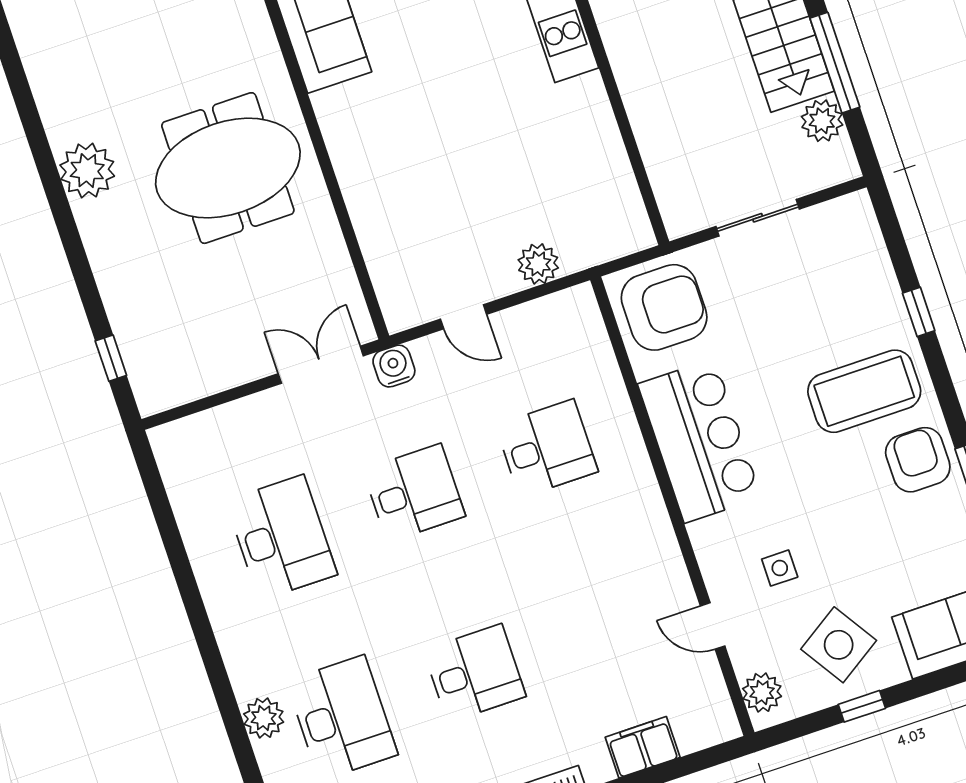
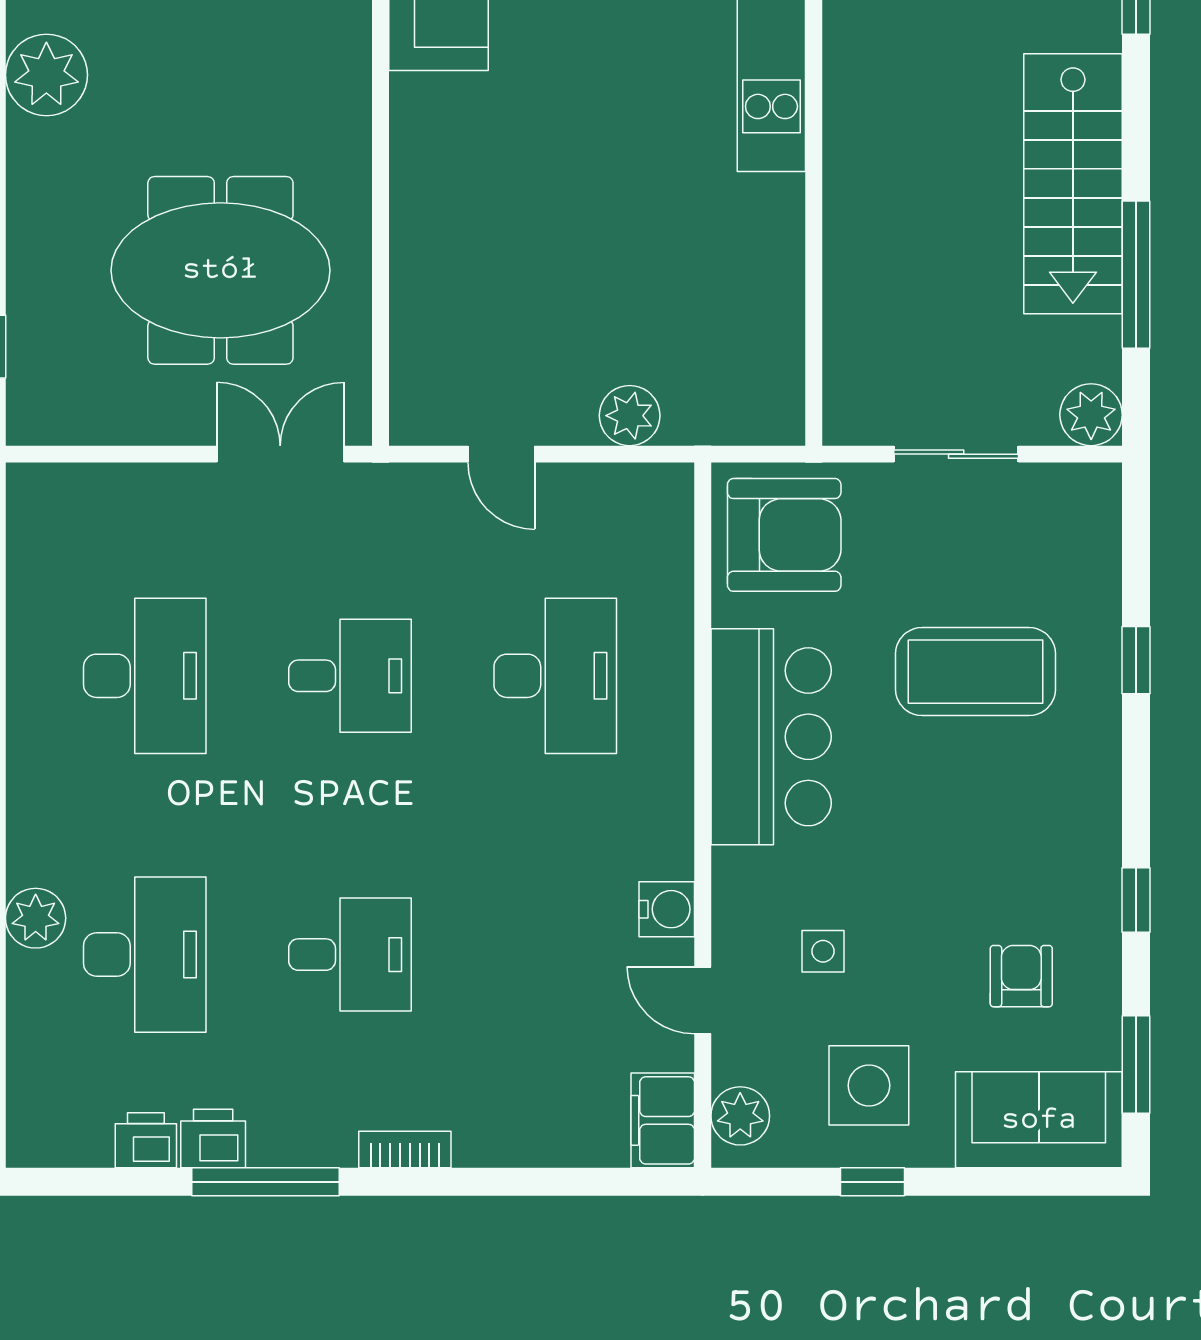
plant: (822, 121) -> (1091, 415), moved
meeting table: (228, 168) -> (220, 270), moved
water cooler: (394, 366) -> (667, 909), moved, turned 90
coffee table: (864, 391) -> (976, 672), moved
desk: (547, 448) -> (555, 676), width x1.37
armchair: (918, 460) -> (1021, 976), moved, width x0.72, depth x0.72
side table: (839, 645) -> (869, 1085), turned 33
filing cabinet: (643, 747) -> (663, 1120), moved, turned -90

